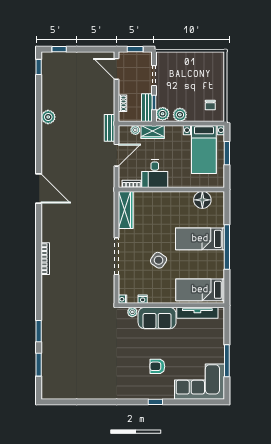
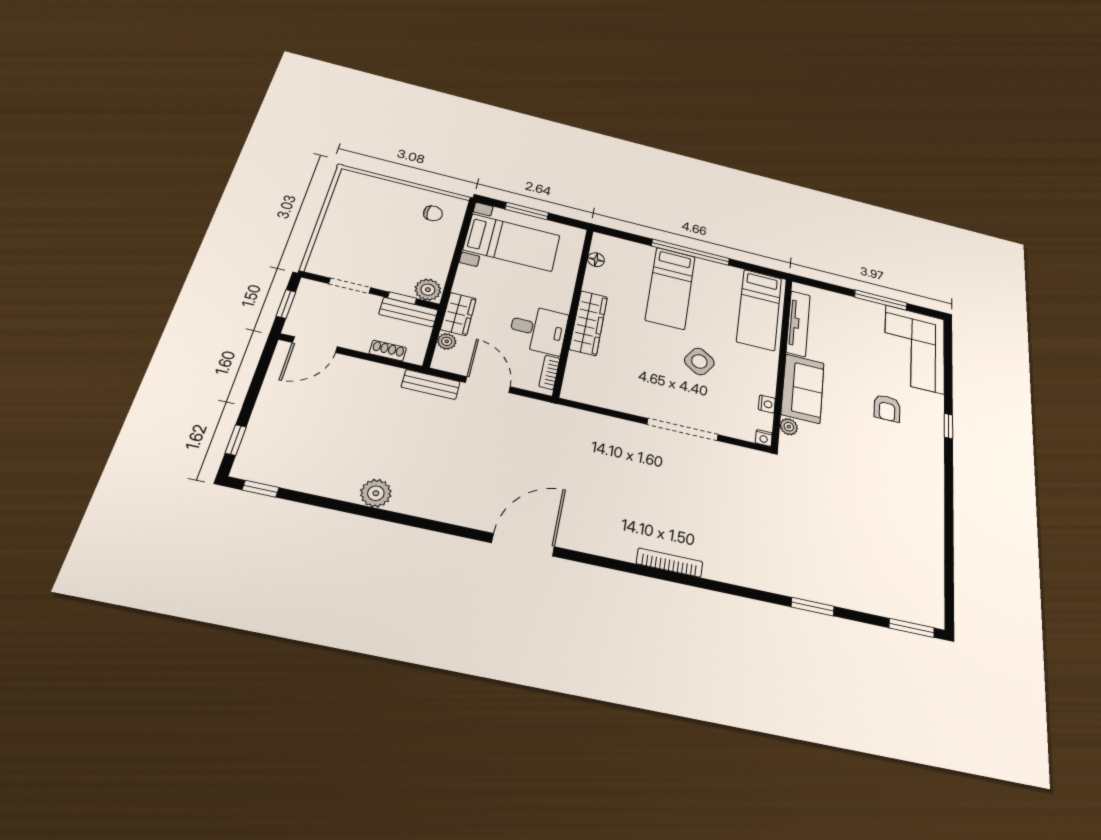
plant: (180, 115) -> (438, 263), removed
floor lamp: (202, 200) -> (596, 260), width x0.53, depth x0.53
wardrobe: (126, 210) -> (588, 323), moved, turned 90
window: (39, 365) -> (912, 628), moved

